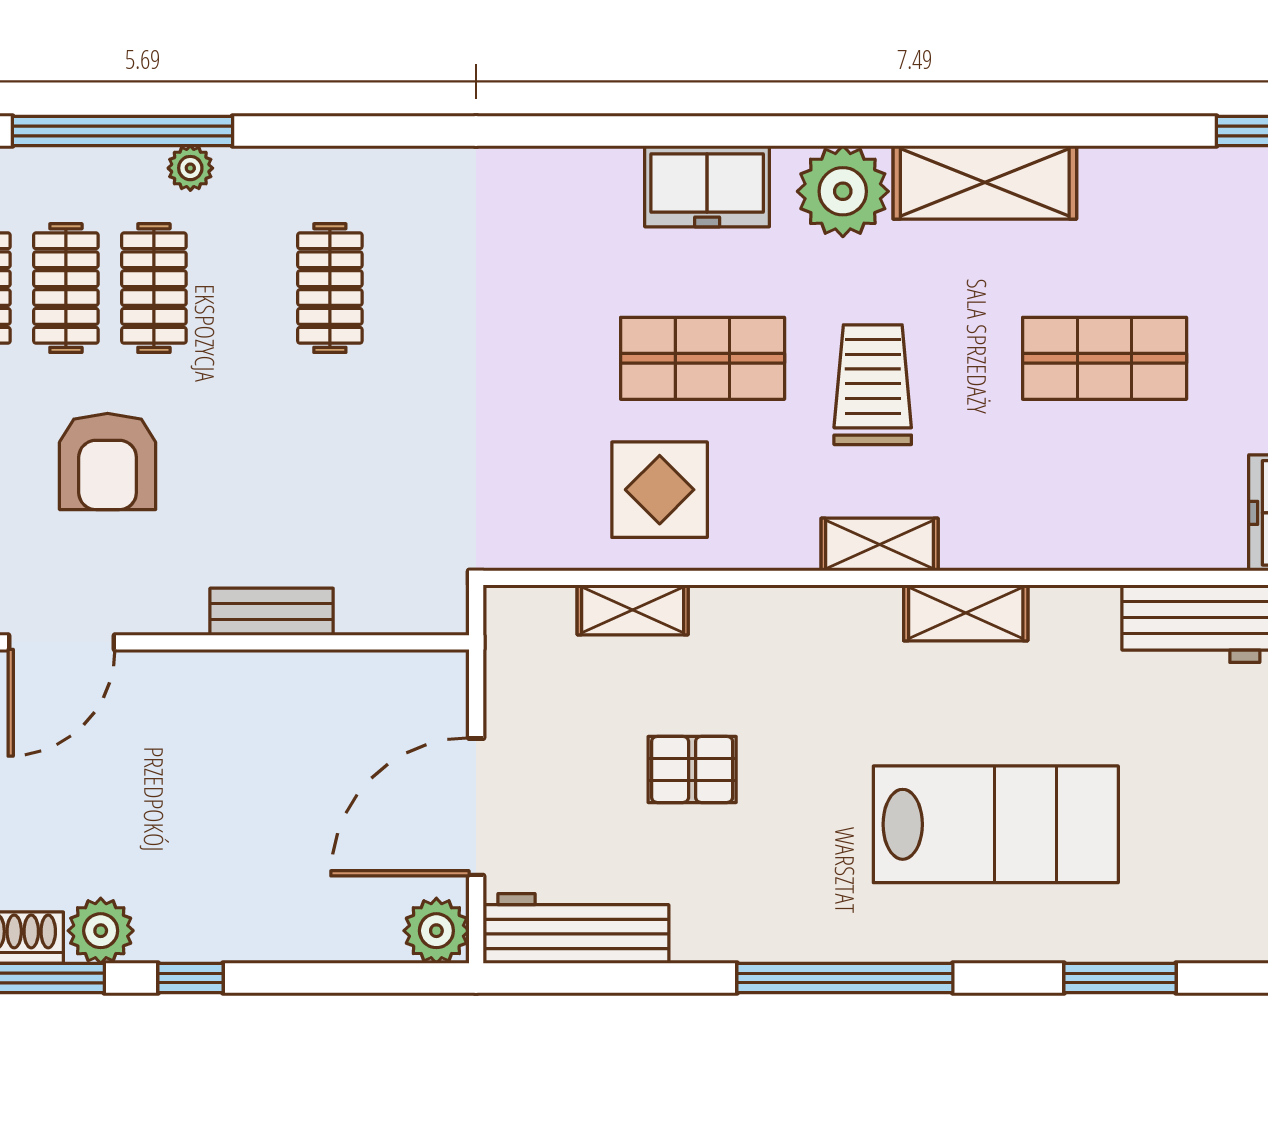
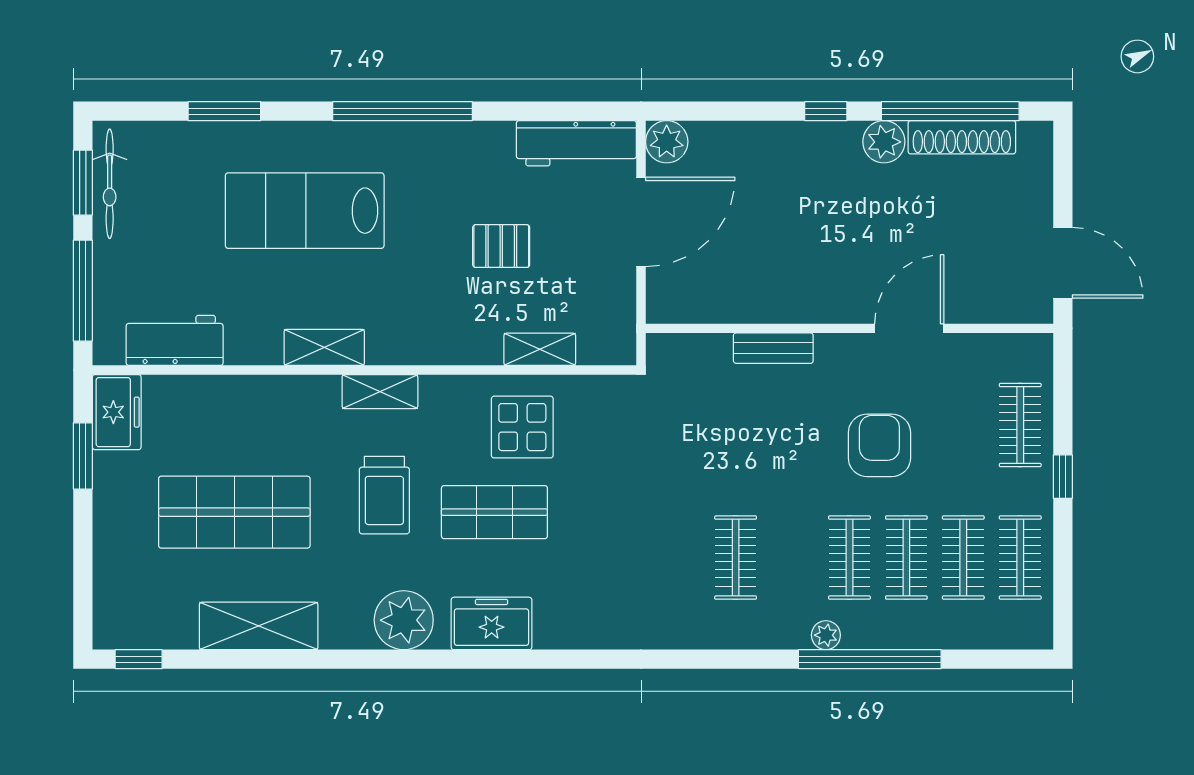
shelving: (985, 182) -> (259, 626), moved
shop shelf: (1105, 358) -> (234, 512), width x1.43, depth x1.36

